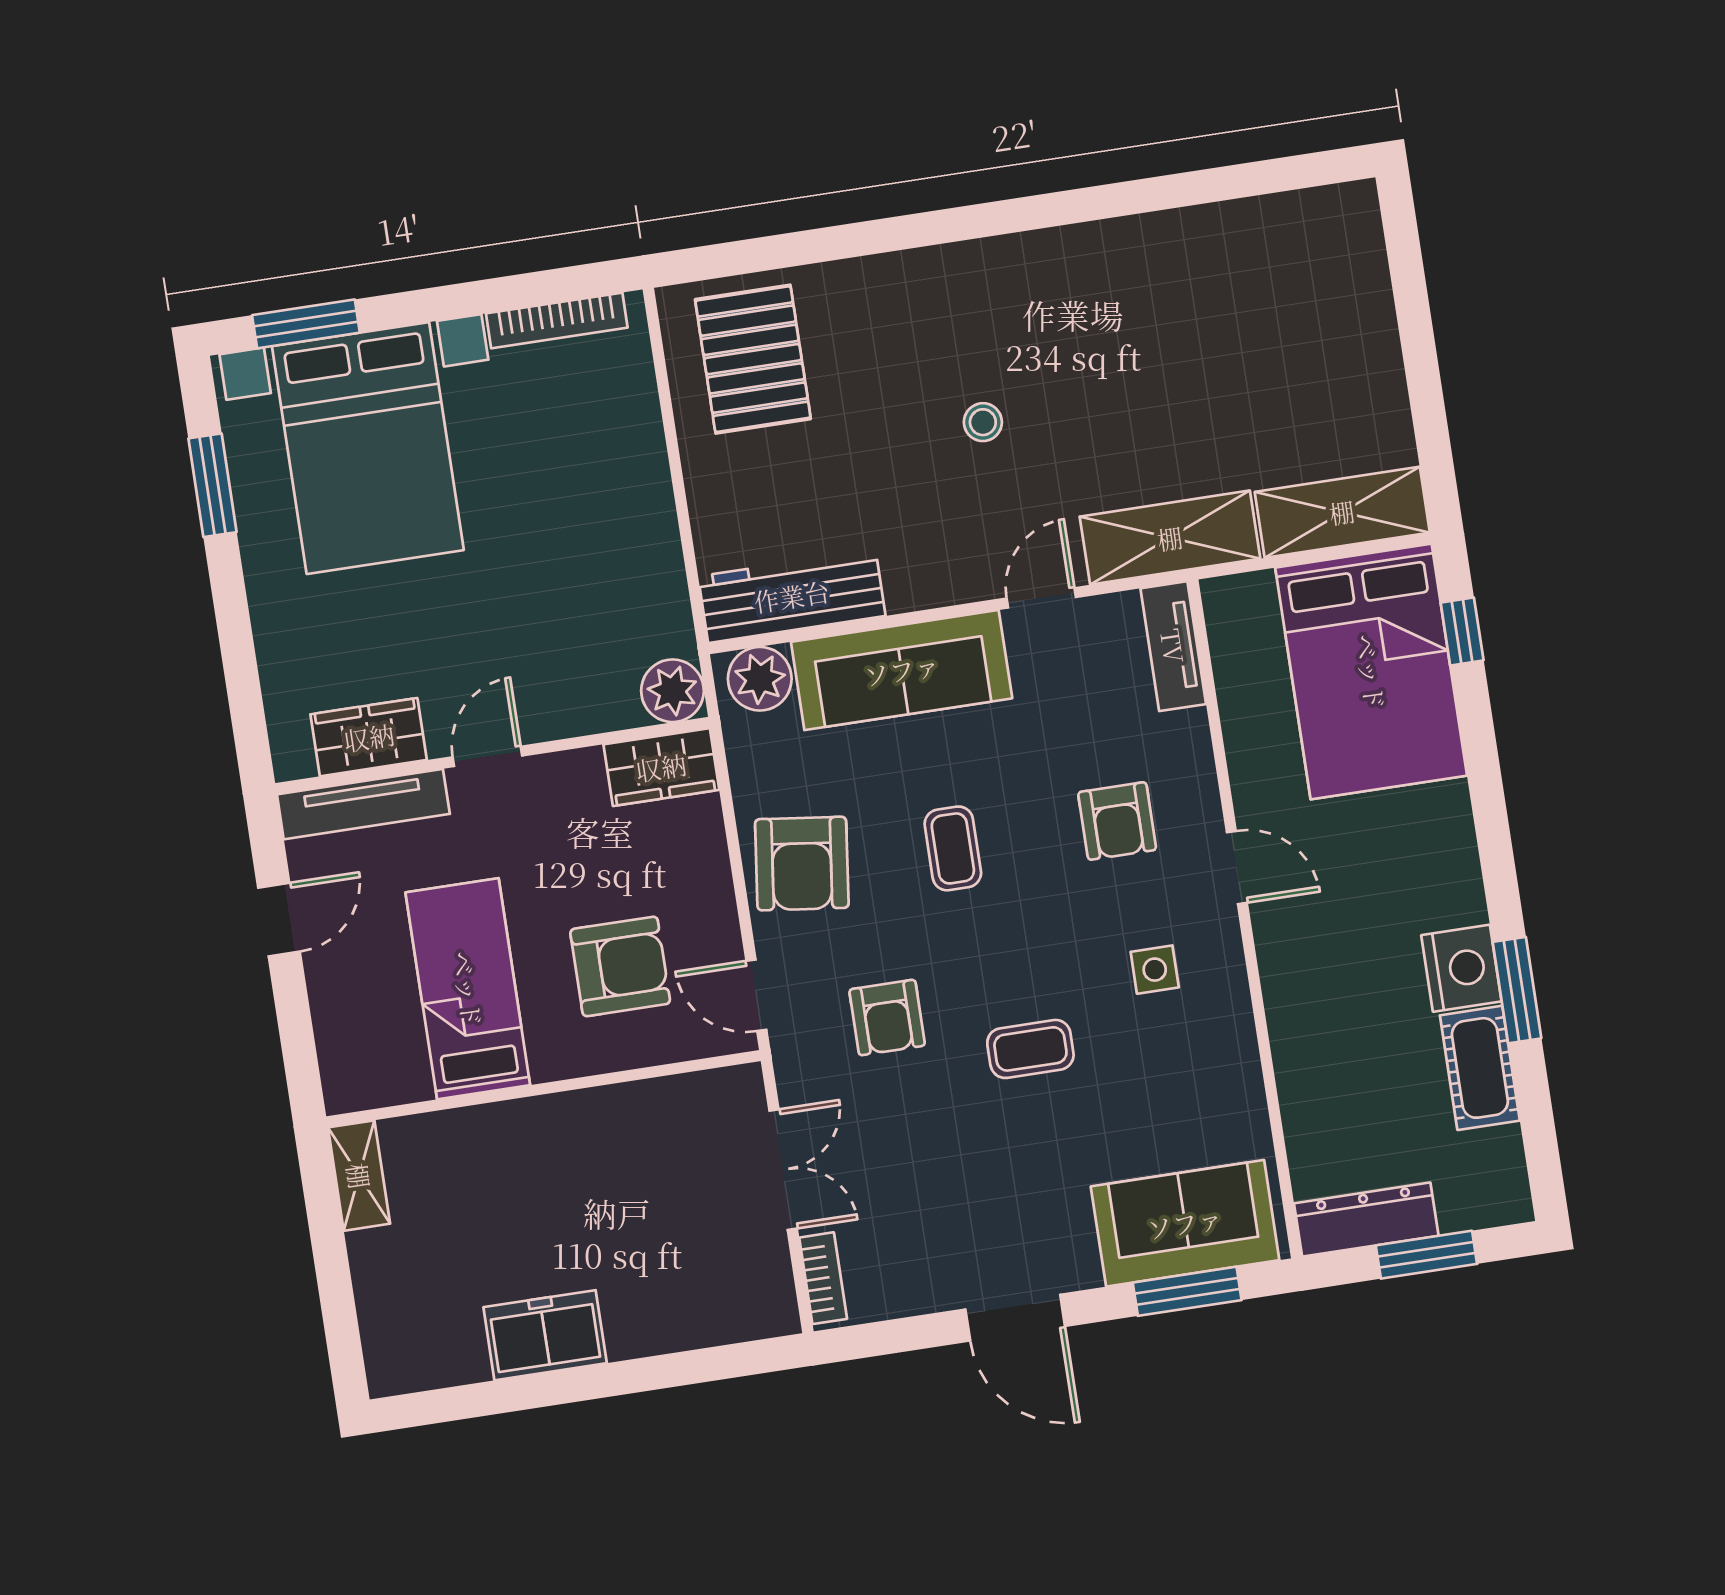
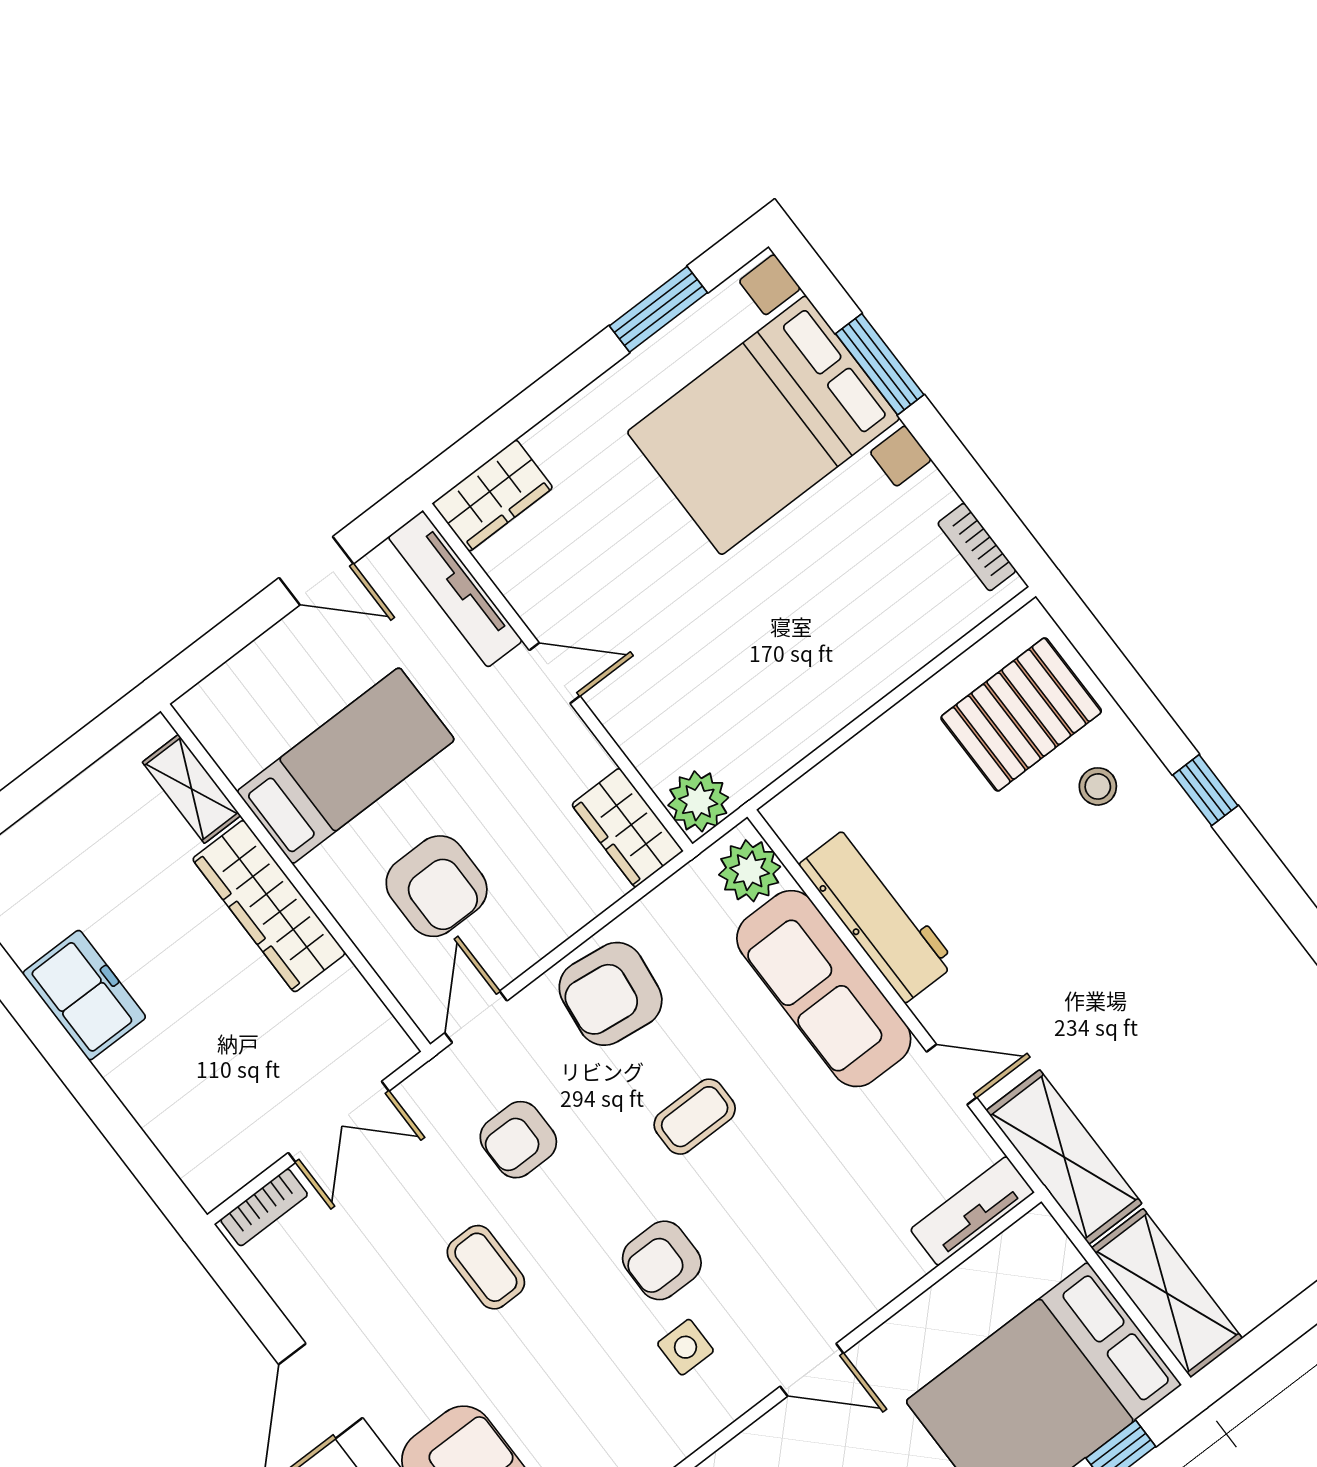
window: (911, 231) -> (1205, 790), added
bookcase: (557, 321) -> (977, 547), width x0.64
window: (306, 324) -> (880, 364), moved
stool: (983, 422) -> (1098, 786), moved
workbench: (792, 596) -> (878, 914), moved
wardrobe: (369, 737) -> (493, 496), moved, turned 90
armchair: (1117, 821) -> (662, 1260), moved
door: (1237, 868) -> (812, 1370), hinge flipped
coffee table: (1030, 1049) -> (486, 1267), moved
wardrobe: (556, 1126) -> (269, 906), added
shelving: (359, 1176) -> (191, 789), moved, turned 90

